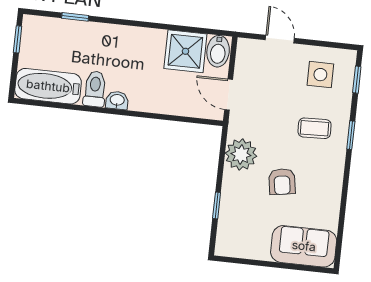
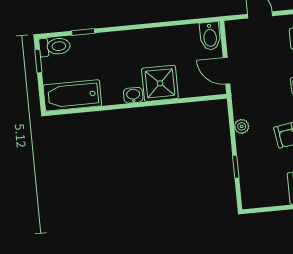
shower: (185, 51) -> (160, 83), moved
toilet: (95, 89) -> (55, 47), moved, turned 90
plant: (241, 155) -> (242, 126), width x0.53, depth x0.53

